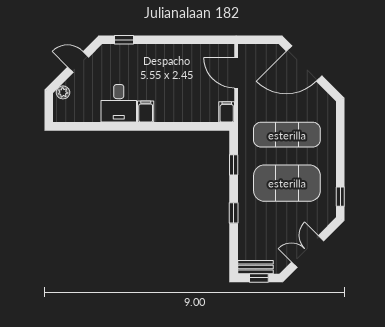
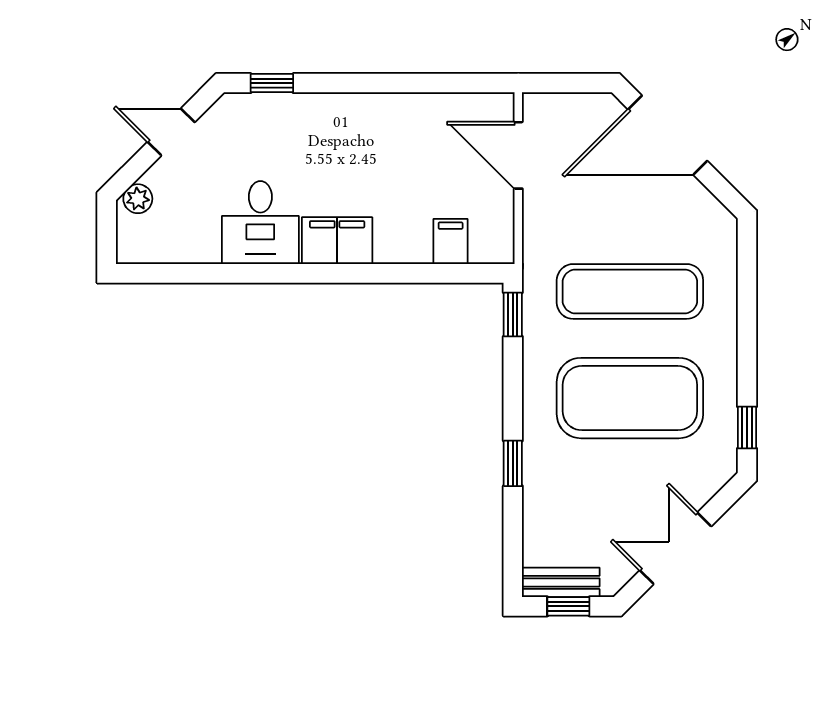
filing cabinet: (146, 112) -> (337, 241), width x2.00
filing cabinet: (227, 112) -> (451, 242), moved
window: (234, 165) -> (513, 314), moved

